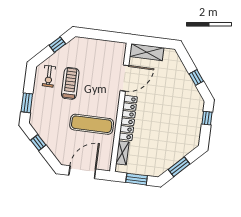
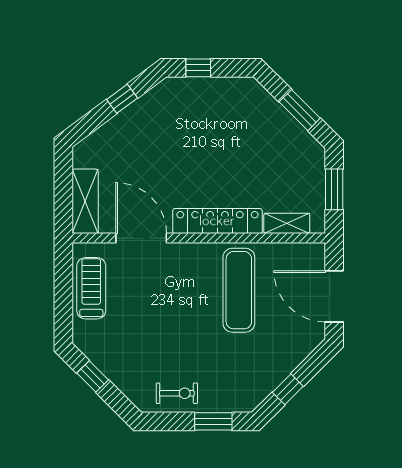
exercise bike: (49, 76) -> (177, 393), moved
treadmill: (70, 83) -> (91, 288), moved, turned 90

